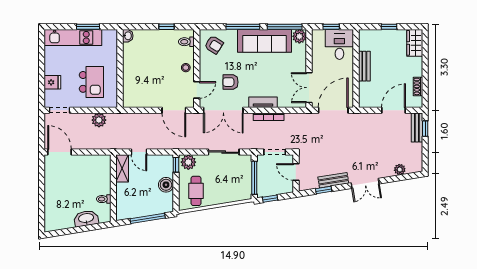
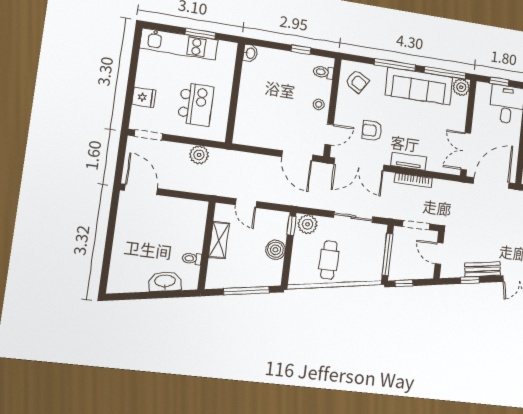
shelving: (122, 168) -> (219, 240), moved
cafe table: (196, 191) -> (329, 260), moved

